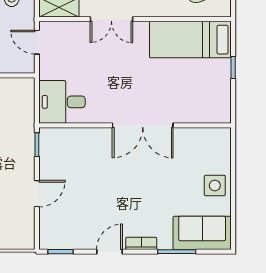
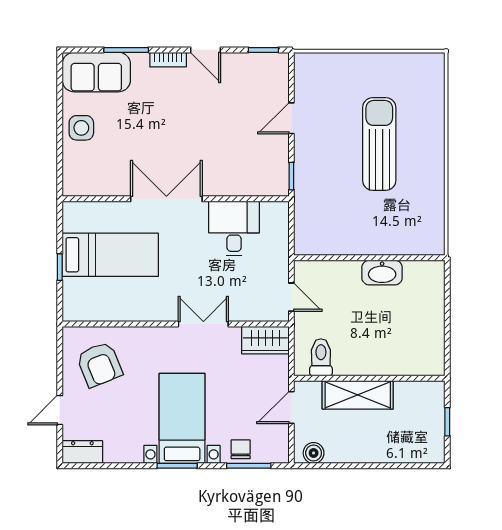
bed: (190, 40) -> (110, 255), moved
desk: (62, 102) -> (234, 228), moved, turned -90
door: (110, 252) -> (206, 50), hinge flipped

